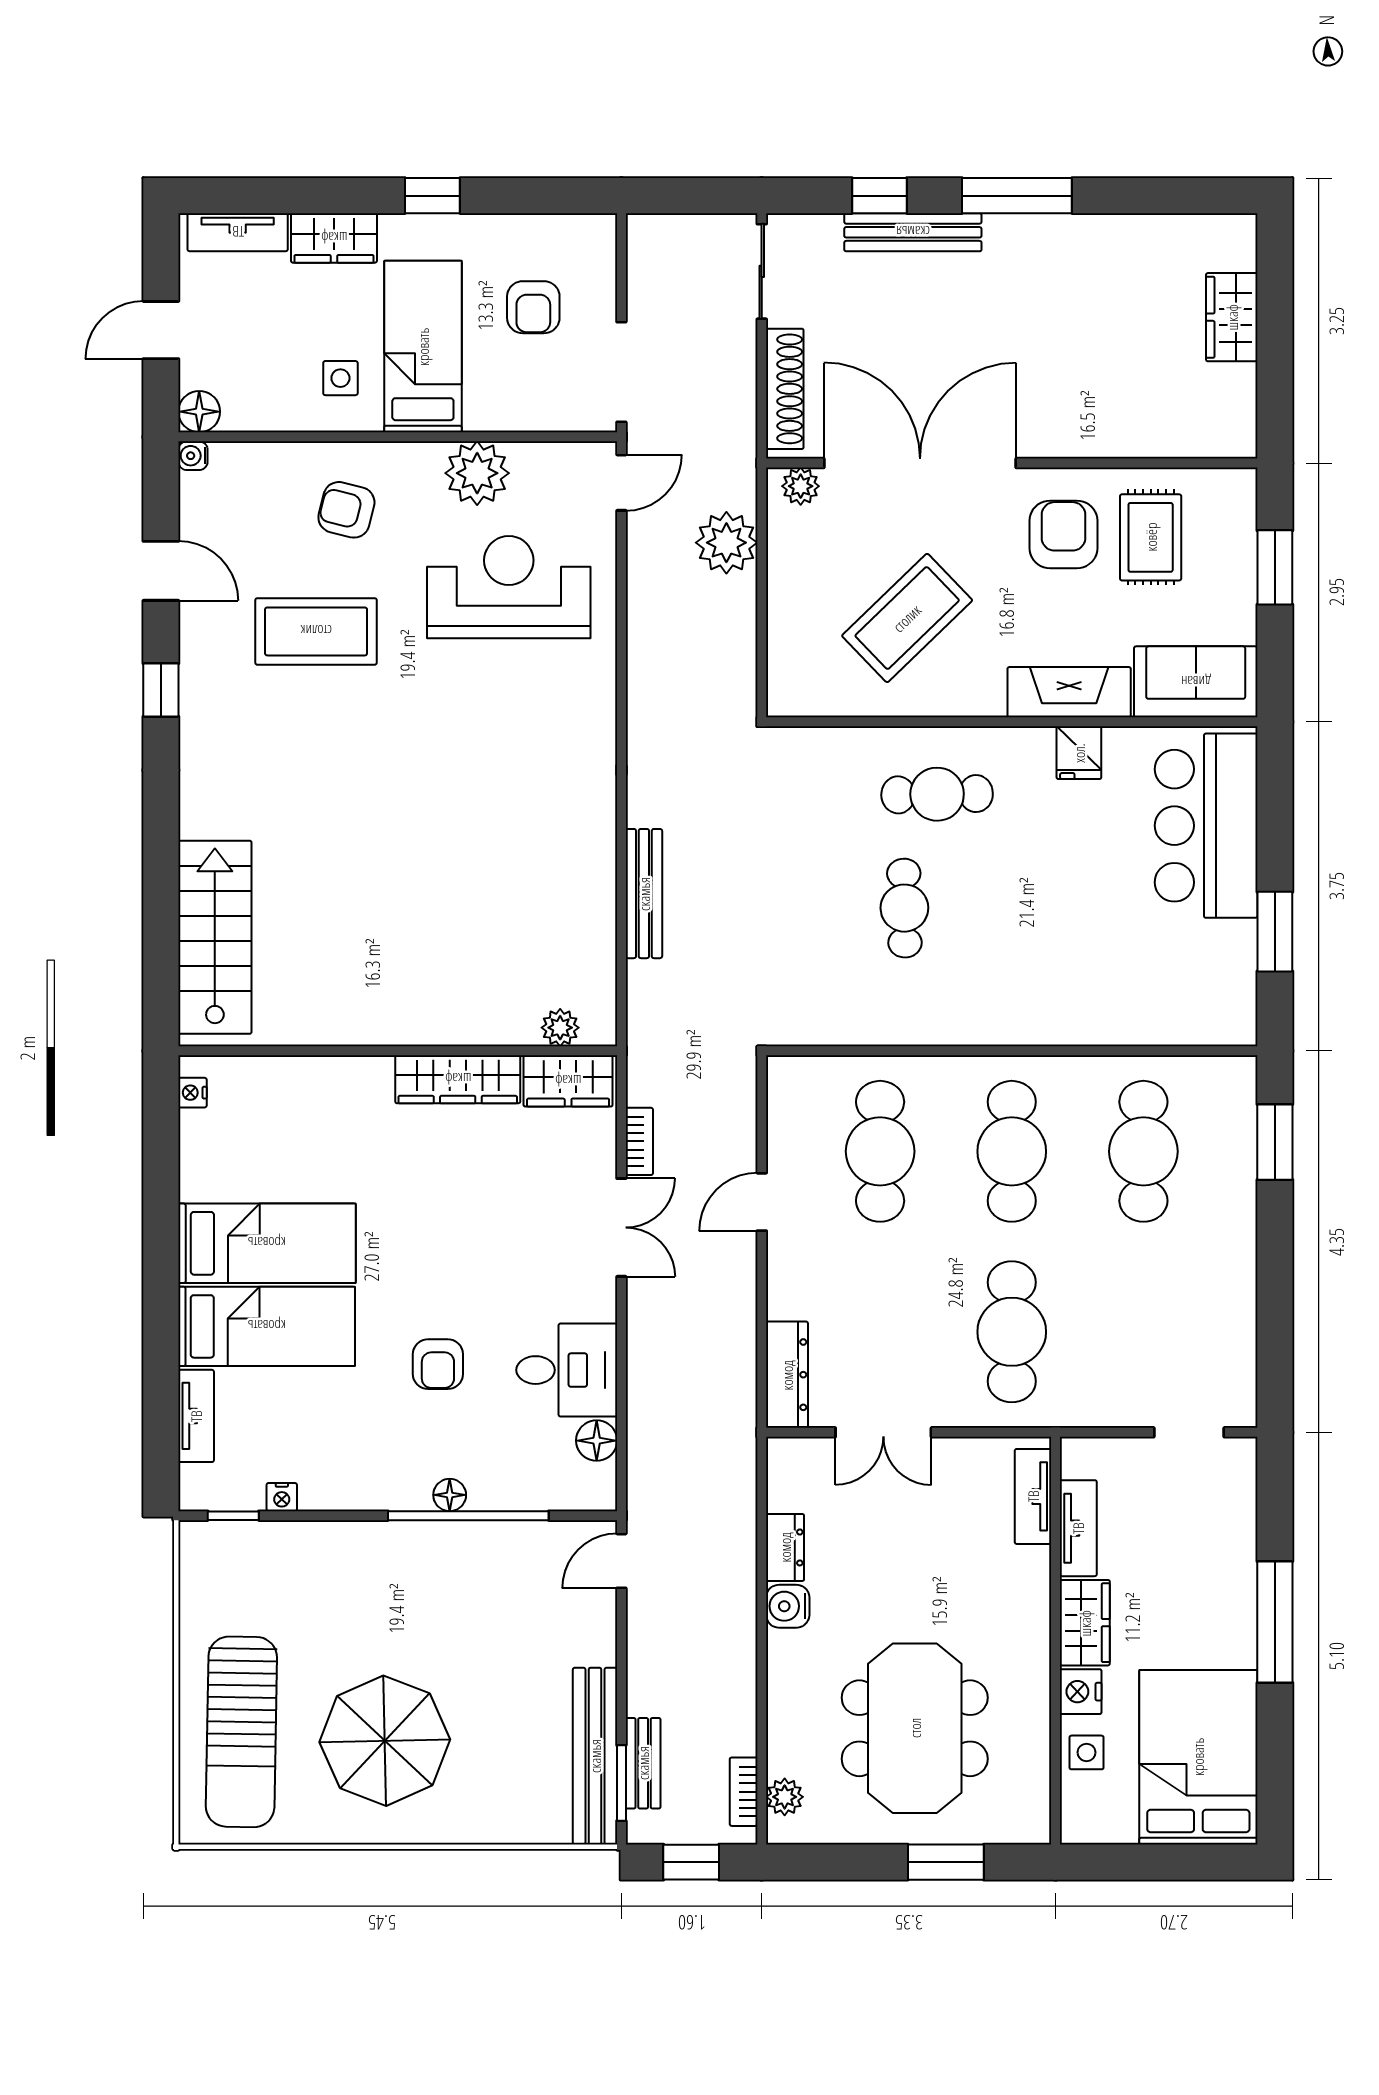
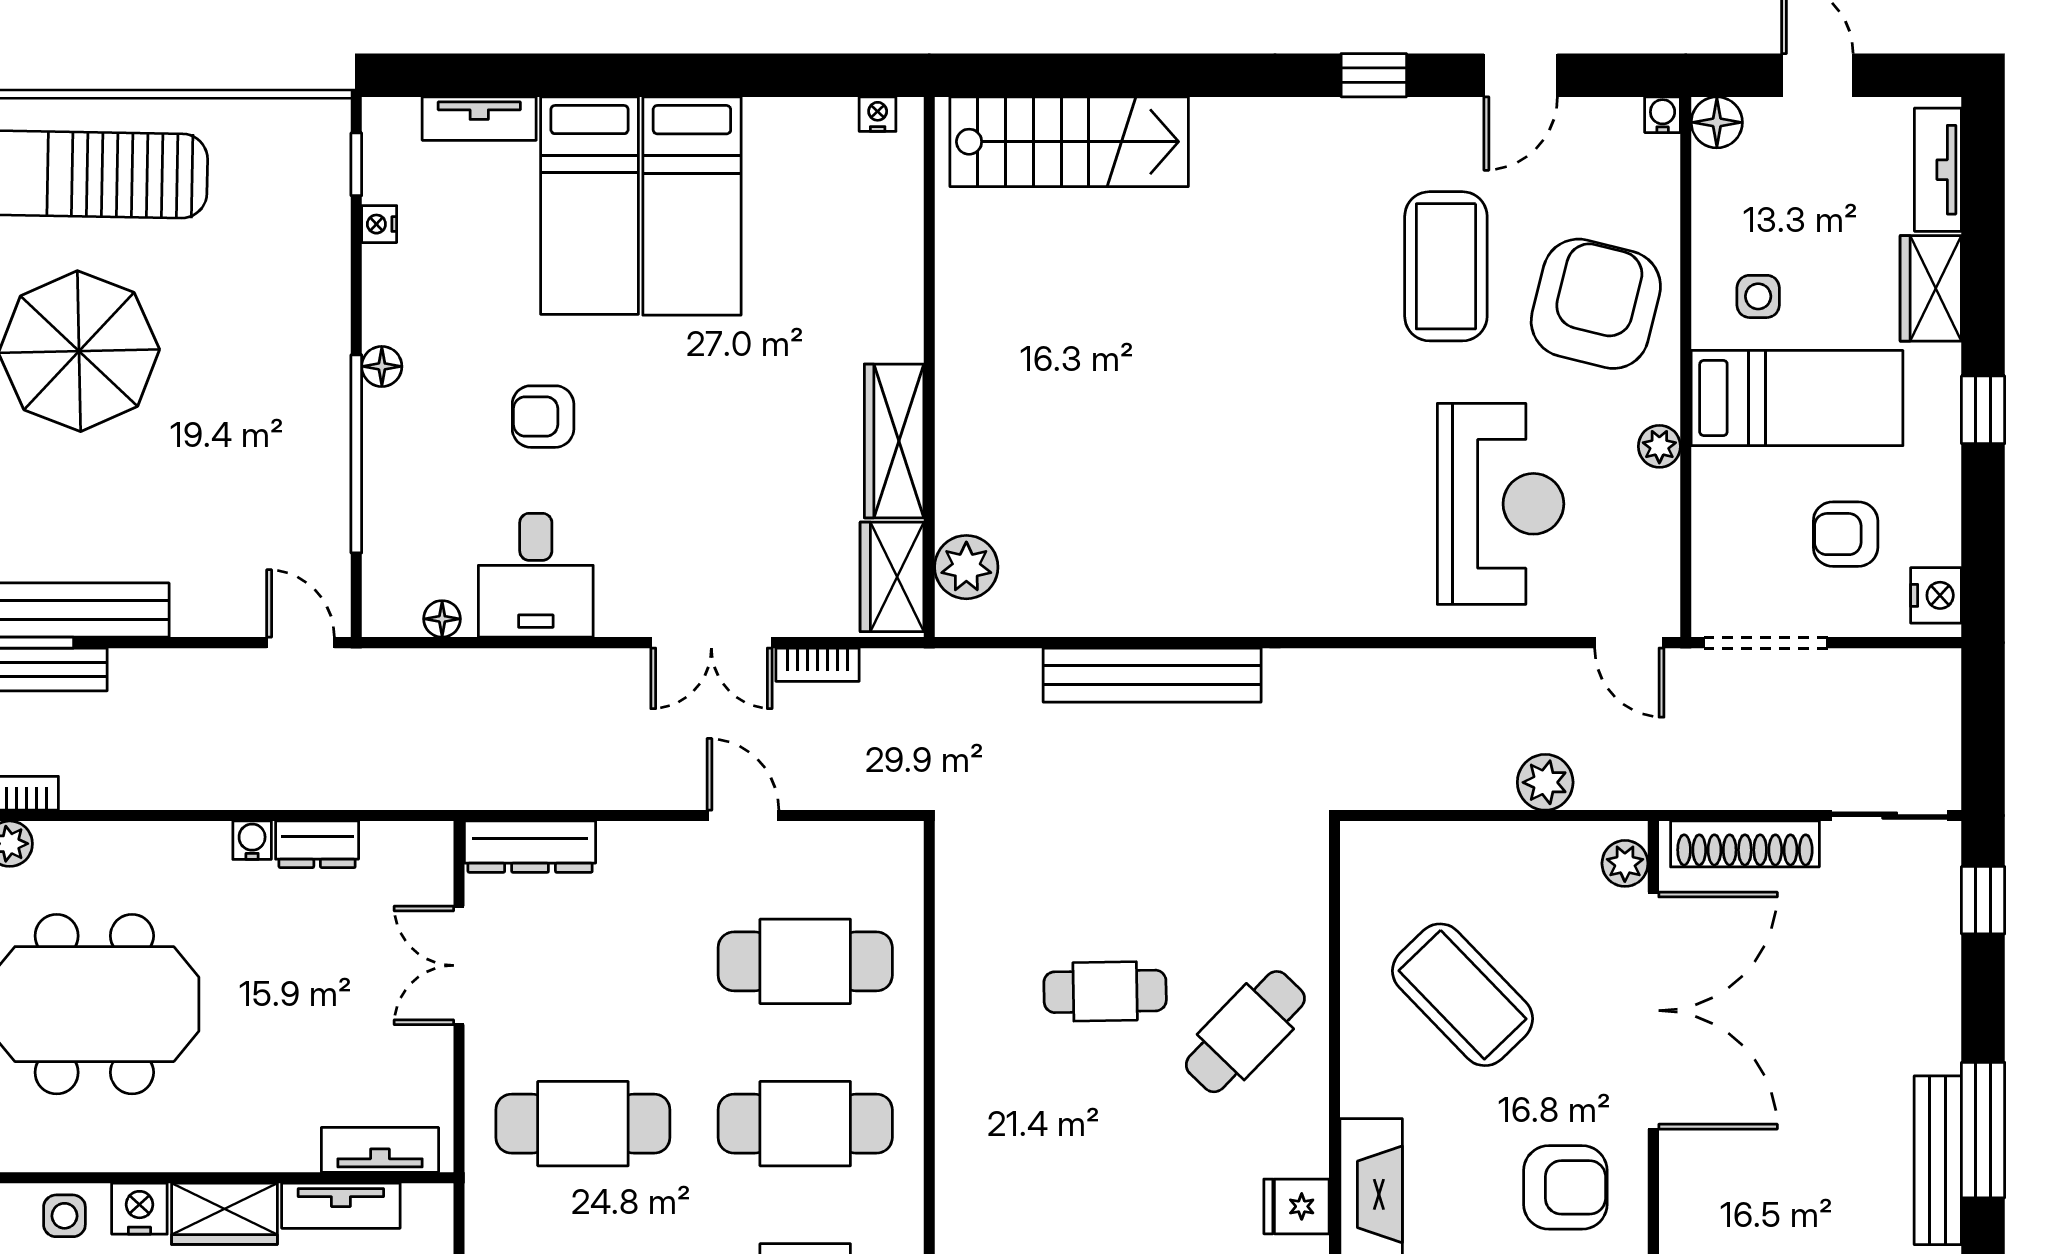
window: (879, 196) -> (1983, 900), moved
bench: (913, 232) -> (1938, 1160), moved
nightstand: (583, 234) -> (1936, 595), added
plant: (477, 473) -> (1659, 446), width x0.53, depth x0.53
armchair: (346, 510) -> (1596, 304), width x1.88, depth x1.88
plant: (726, 543) -> (1545, 782), width x0.73, depth x0.73
cafe table: (937, 794) -> (1245, 1032), turned 45
bench: (644, 894) -> (1152, 675), width x1.37, depth x1.21
plant: (560, 1028) -> (966, 567), width x1.38, depth x1.38
floor lamp: (597, 1441) -> (442, 619), width x0.73, depth x0.73
floor lamp: (450, 1495) -> (382, 366), moved
water cooler: (788, 1606) -> (252, 840), width x0.72, depth x0.72

